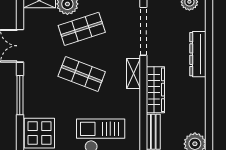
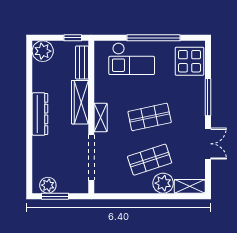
dresser: (198, 54) -> (40, 114), moved
shop shelf: (82, 74) -> (150, 117), turned -33

